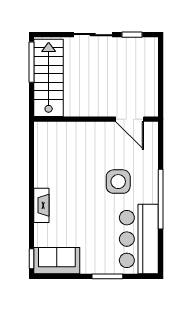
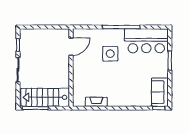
fireplace: (41, 205) -> (96, 102), moved

